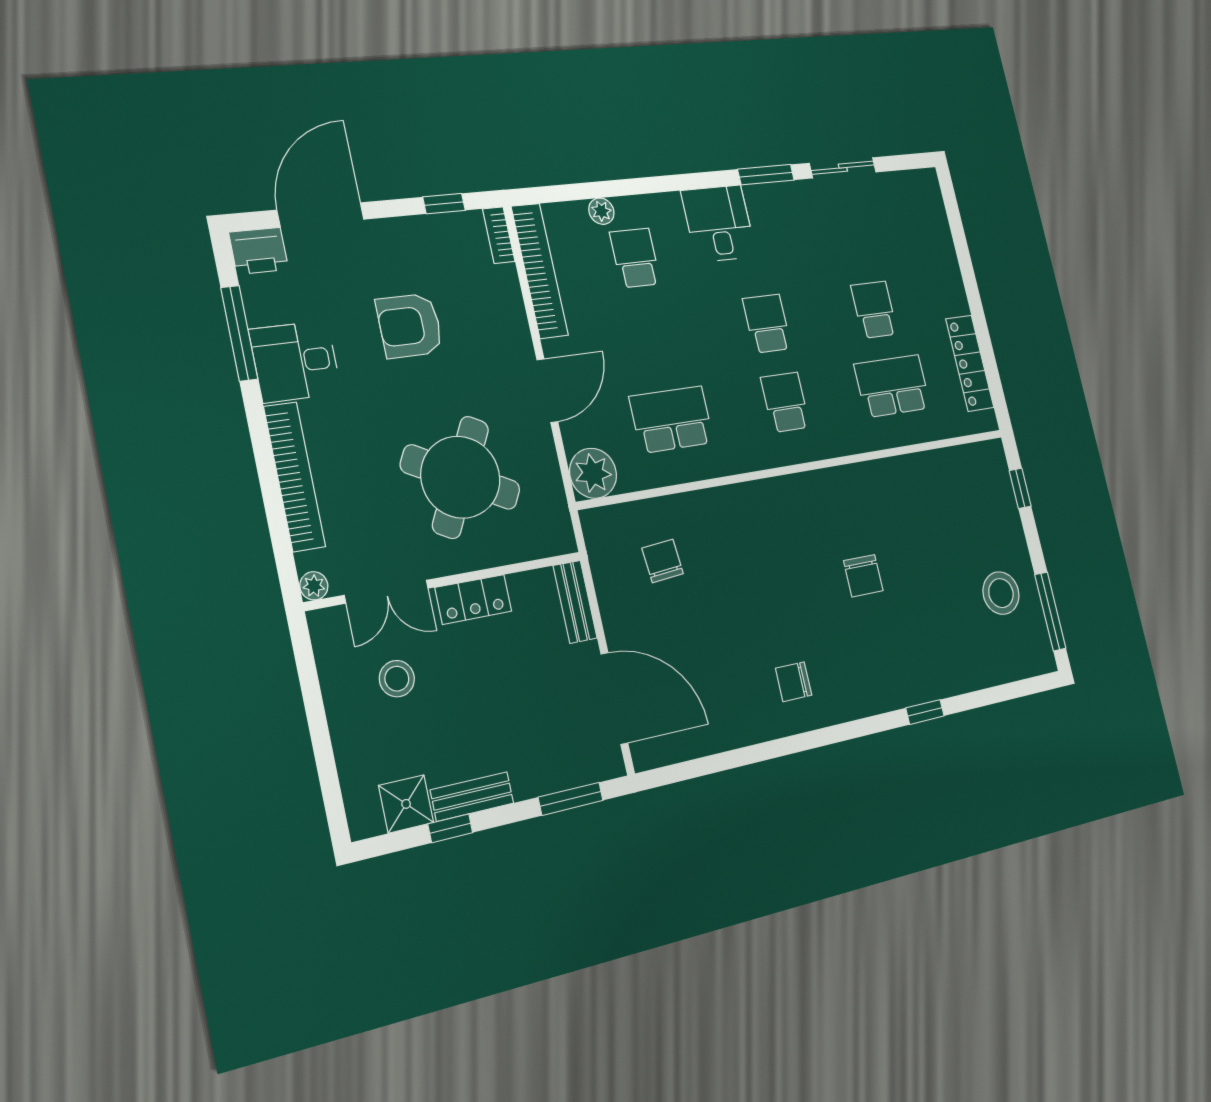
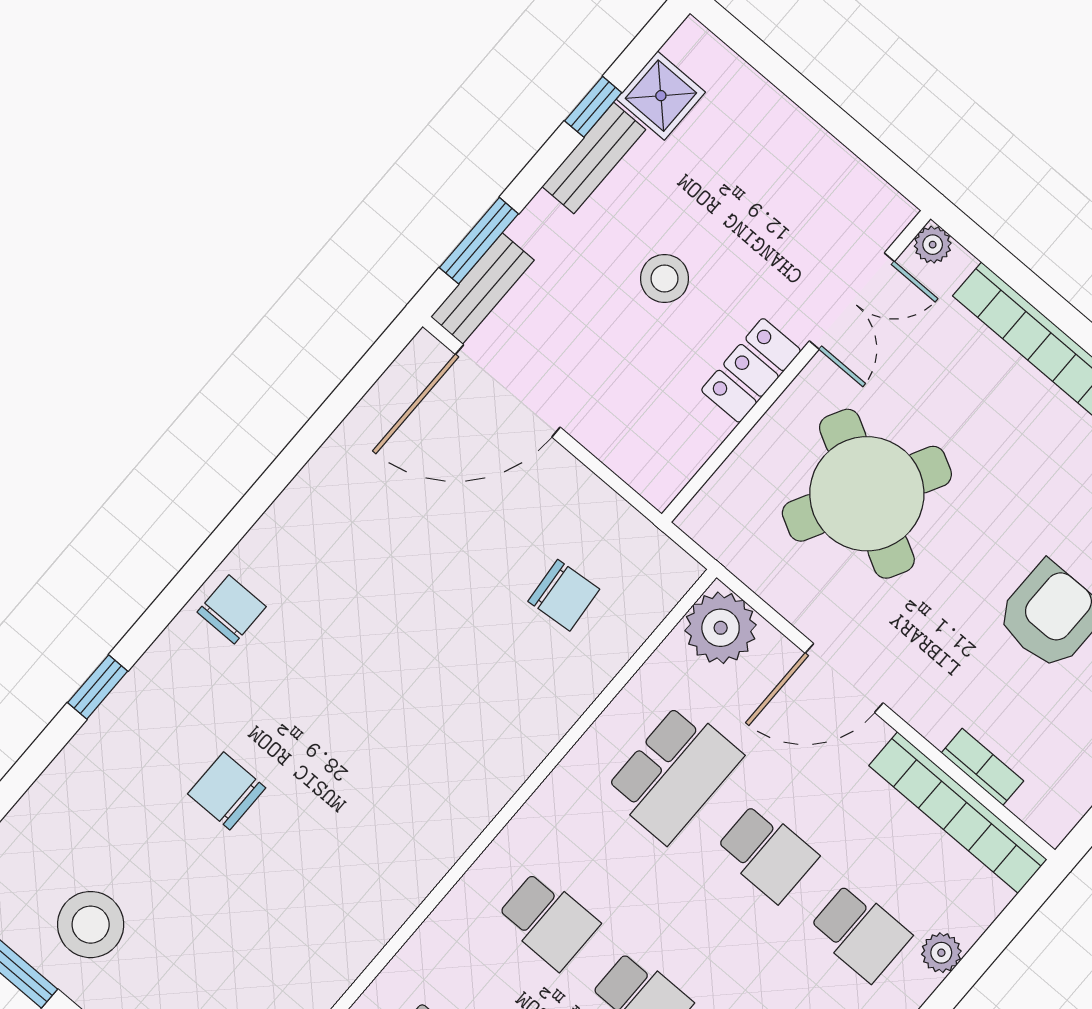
bookcase: (499, 235) -> (982, 767), moved
school desk: (653, 338) -> (767, 853), added
door: (547, 391) -> (844, 678), hinge flipped
chair: (863, 576) -> (227, 791), moved
double door: (386, 592) -> (852, 301), swing flipped
bench: (575, 602) -> (482, 288), moved, turned 90
stool: (397, 679) -> (665, 278), moved
chair: (794, 682) -> (232, 609), moved

